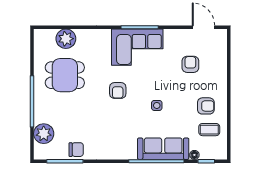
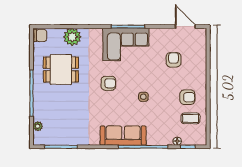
plant: (66, 39) -> (72, 37), moved
armchair: (118, 90) -> (108, 83), turned -90
plant: (44, 134) -> (38, 126), width x0.53, depth x0.53
sofa: (163, 149) -> (123, 136), moved
chair: (76, 150) -> (40, 35), moved

